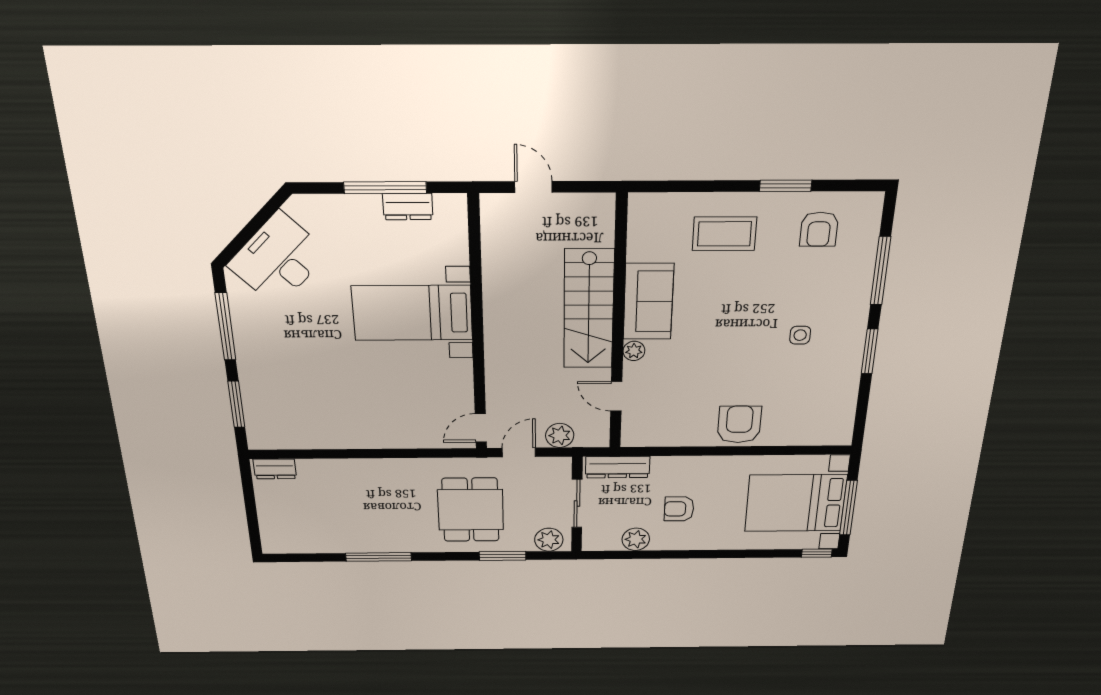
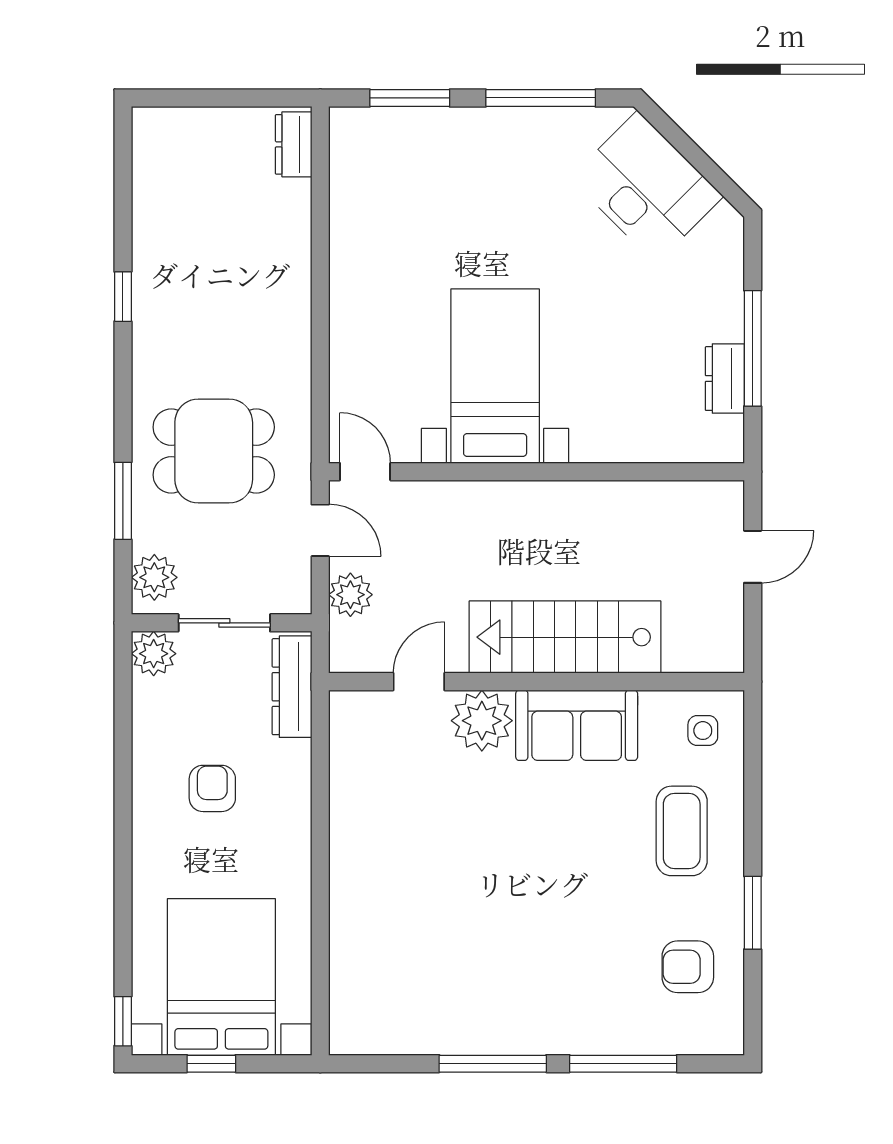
bed with nightstands: (412, 313) -> (495, 376), moved
side table: (800, 335) -> (703, 731), moved
plant: (634, 351) -> (482, 721), width x1.88, depth x1.88
window: (870, 351) -> (493, 1064), width x1.44
armchair: (739, 424) -> (368, 875), removed
window: (848, 508) -> (211, 1064), width x0.46
plant: (636, 539) -> (154, 654), moved
window: (379, 557) -> (123, 297), width x0.46

